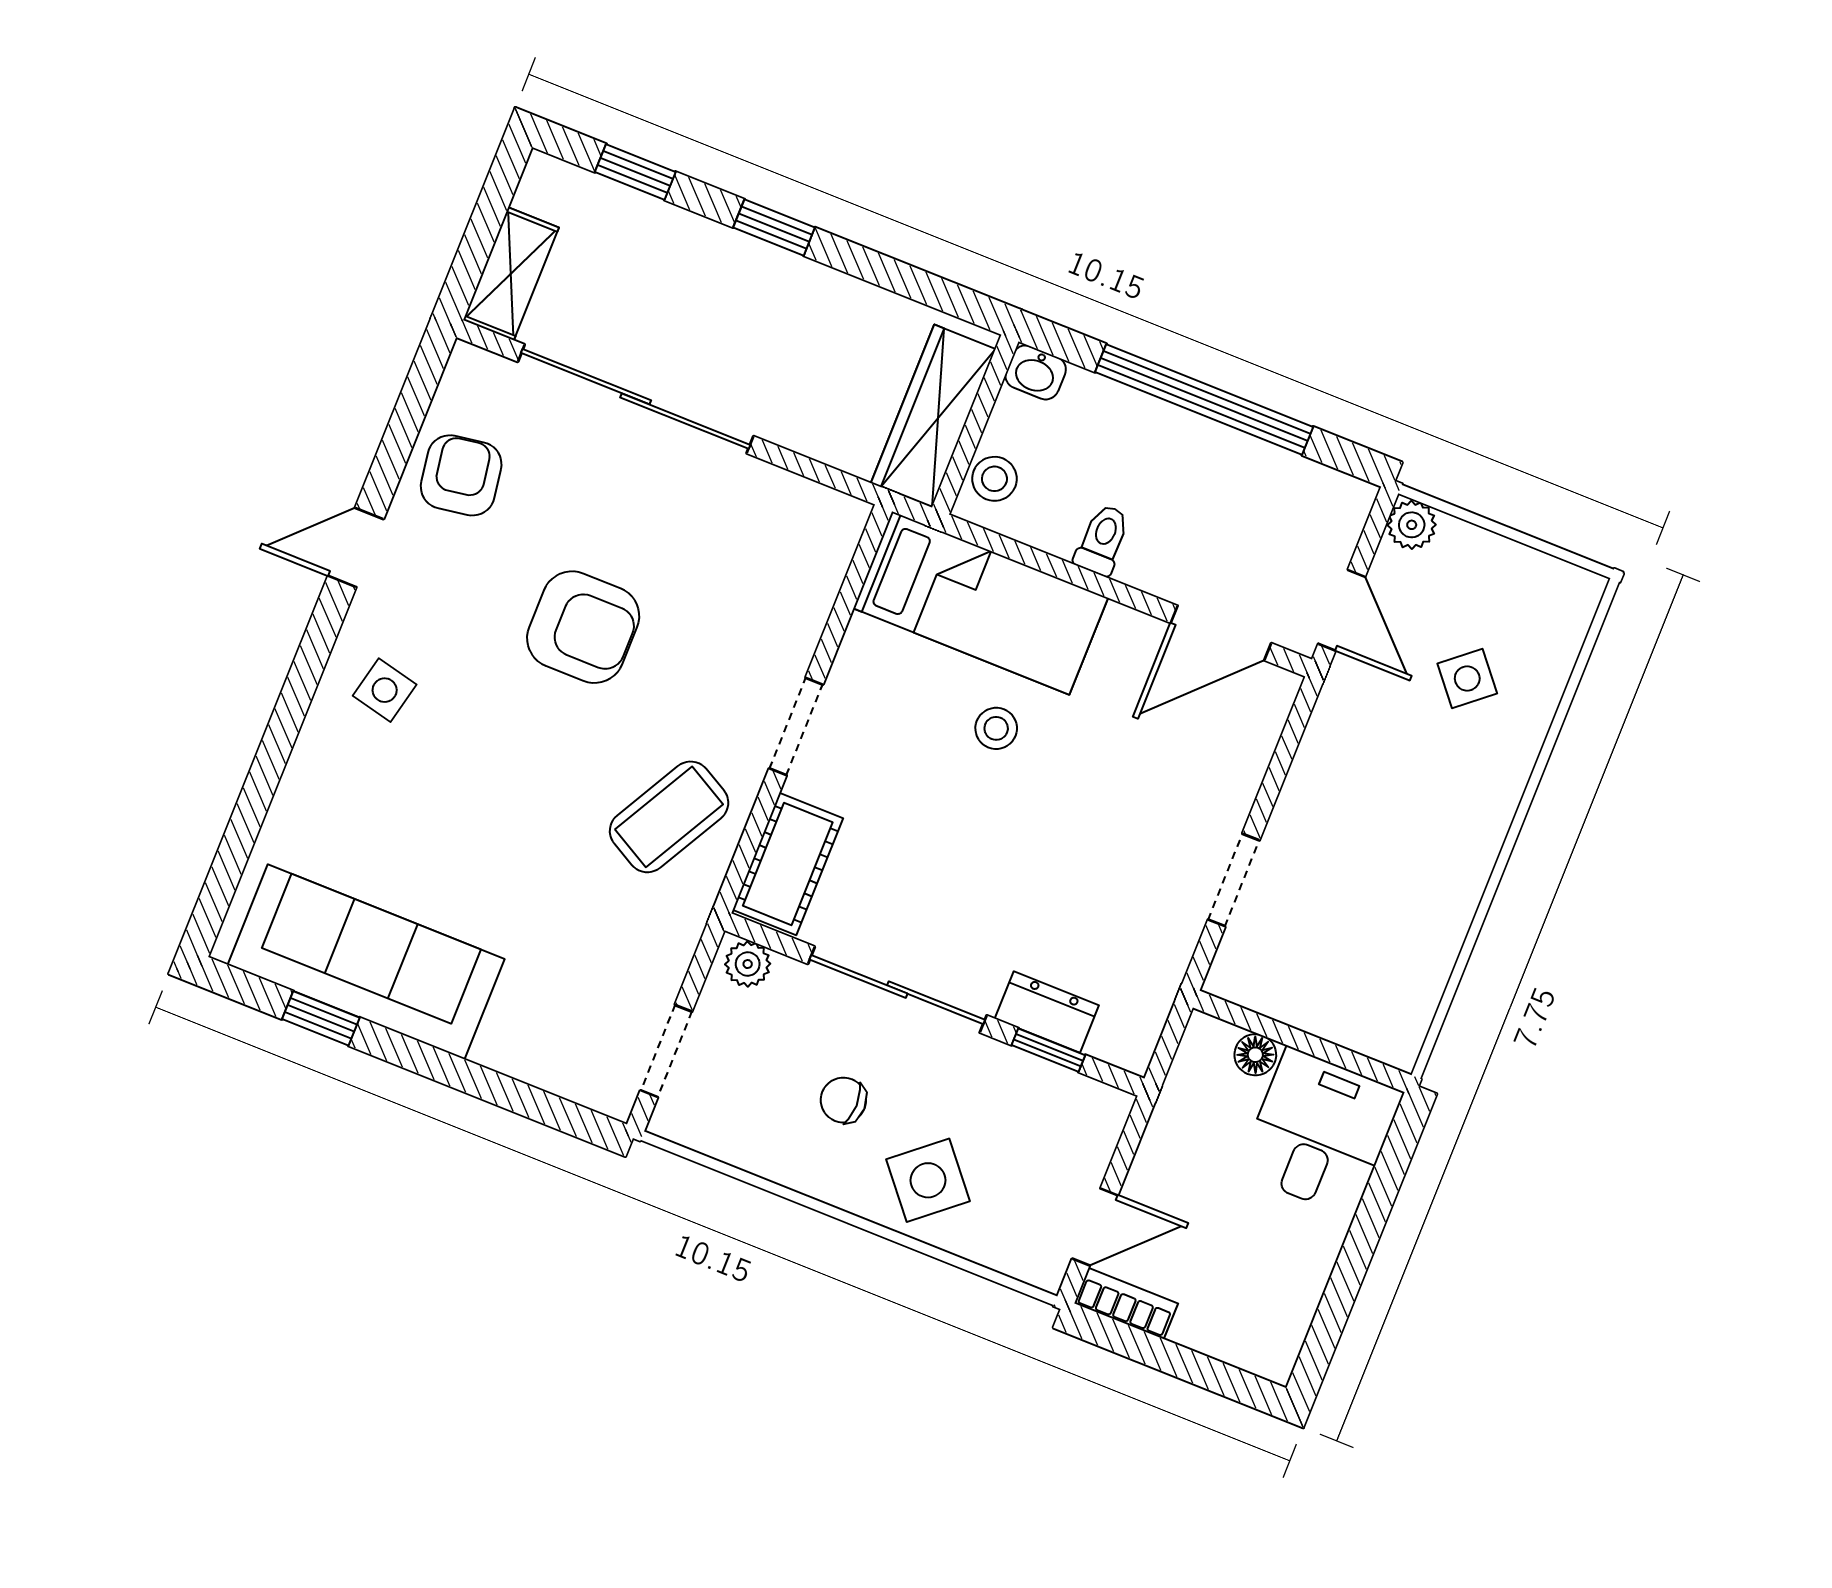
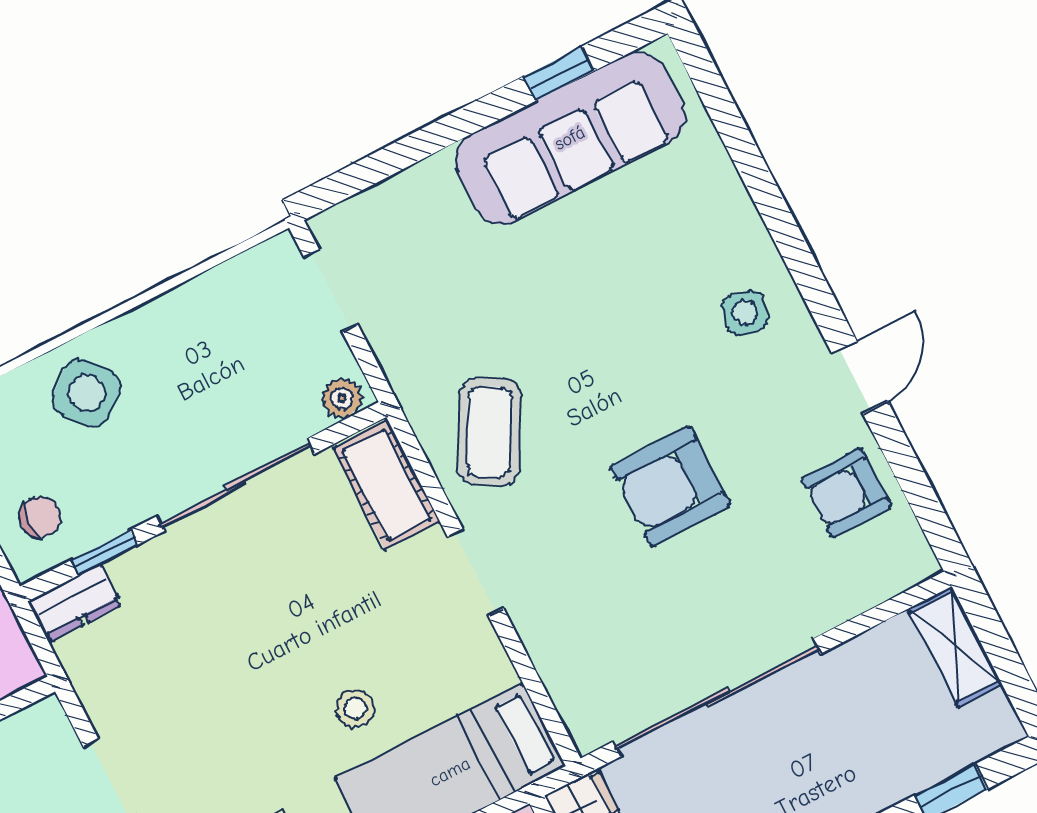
sliding door: (636, 399) -> (717, 698), moved
armchair: (461, 475) -> (847, 493), turned 99
dresser: (1047, 1012) -> (75, 603), moved
chair: (843, 1100) -> (40, 517), moved

